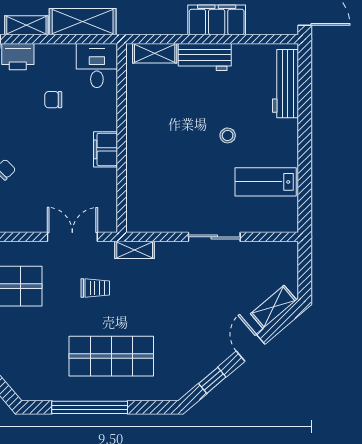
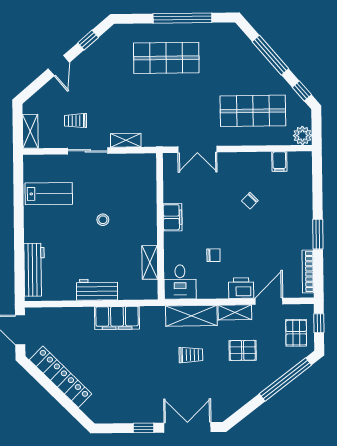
filing cabinet: (217, 20) -> (117, 318), moved
shelving: (155, 53) -> (150, 262), moved, turned 90
stool: (228, 135) -> (103, 220), moved
shelving: (135, 250) -> (126, 140), moved
trolley: (95, 288) -> (76, 121), moved
shelving: (274, 307) -> (30, 131), moved, turned -50

